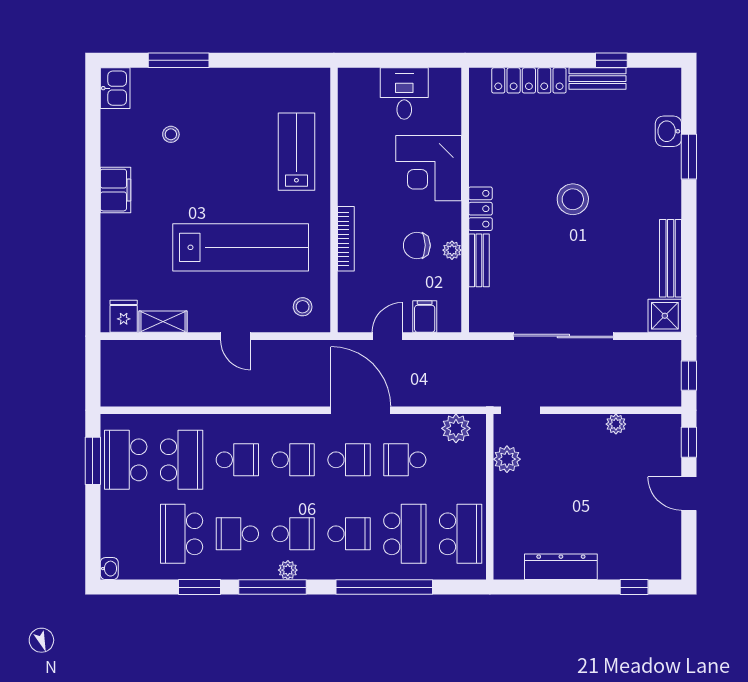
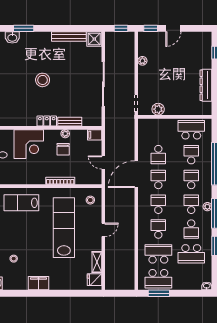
filing cabinet: (425, 317) -> (95, 135), moved
plant: (456, 428) -> (144, 132), removed
school desk: (405, 534) -> (191, 155), width x0.54

